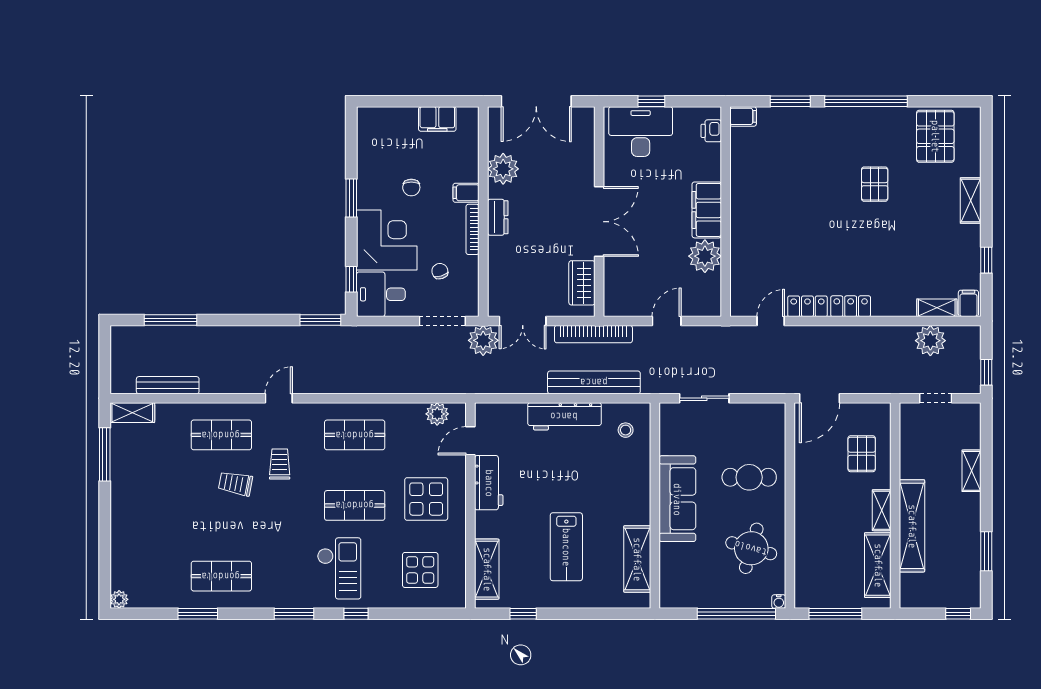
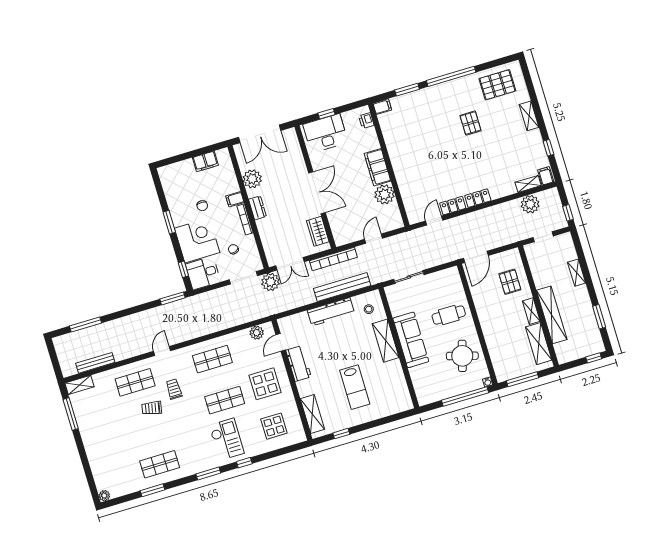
pallet: (935, 136) -> (497, 85), turned 90
shelving: (637, 559) -> (386, 341), moved

